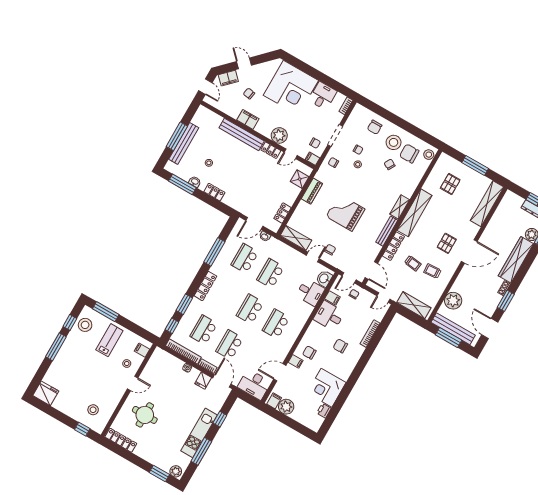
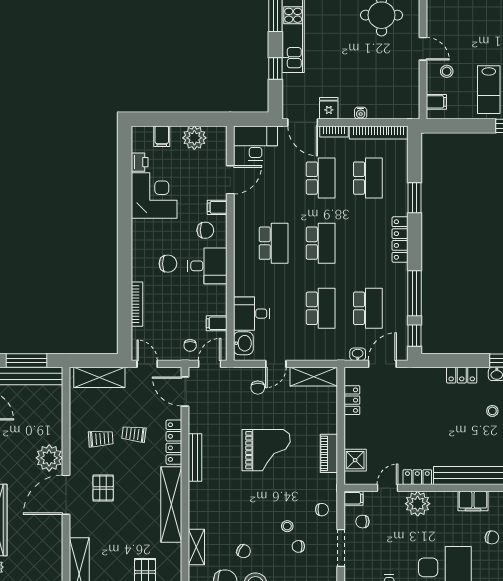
shelving: (400, 207) -> (196, 547), moved
door: (383, 298) -> (147, 364), hinge flipped
plant: (453, 301) -> (49, 458), moved
desk: (329, 316) -> (207, 266), moved
window: (172, 326) -> (415, 336), moved
door: (133, 383) -> (423, 49), swing flipped
filing cabinet: (274, 401) -> (162, 136), moved

